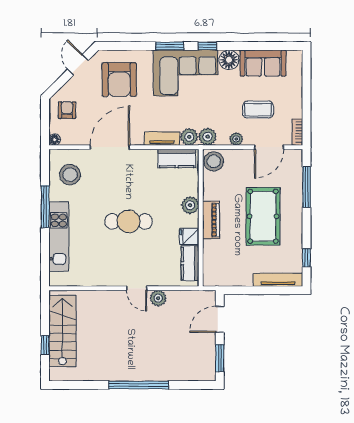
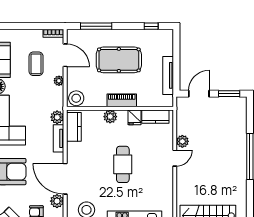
plant: (208, 137) -> (57, 201), moved
tv unit: (278, 280) -> (168, 75), moved
door: (220, 319) -> (199, 94), swing flipped

